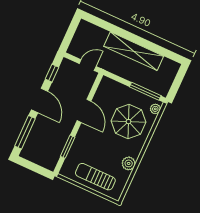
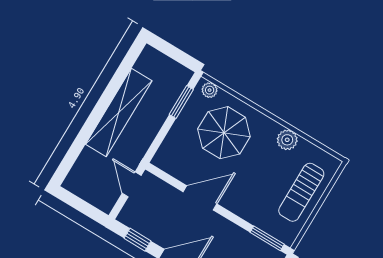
window: (145, 91) -> (181, 102), width x0.69
window: (68, 147) -> (267, 238), moved

